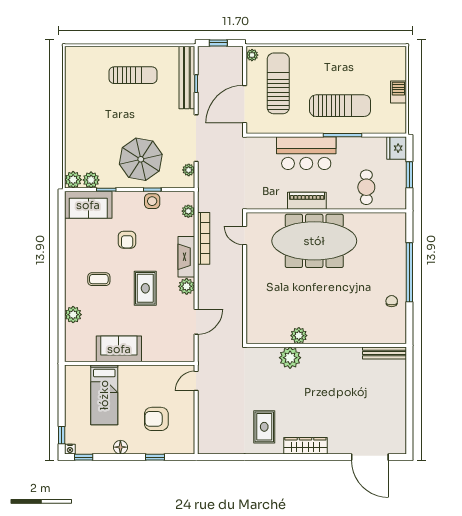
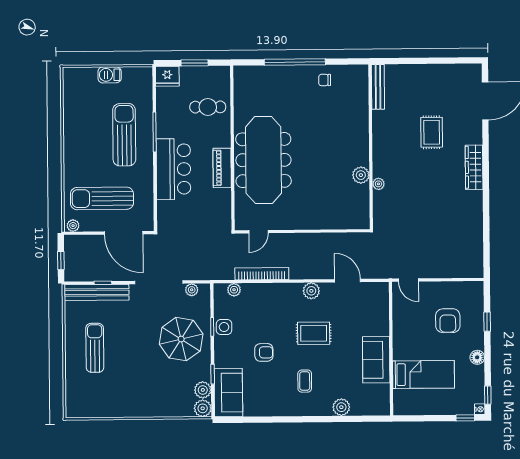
fireplace: (186, 257) -> (281, 291), removed
plant: (290, 358) -> (378, 184), width x0.53, depth x0.53
rug: (264, 427) -> (432, 132), moved, turned 90

